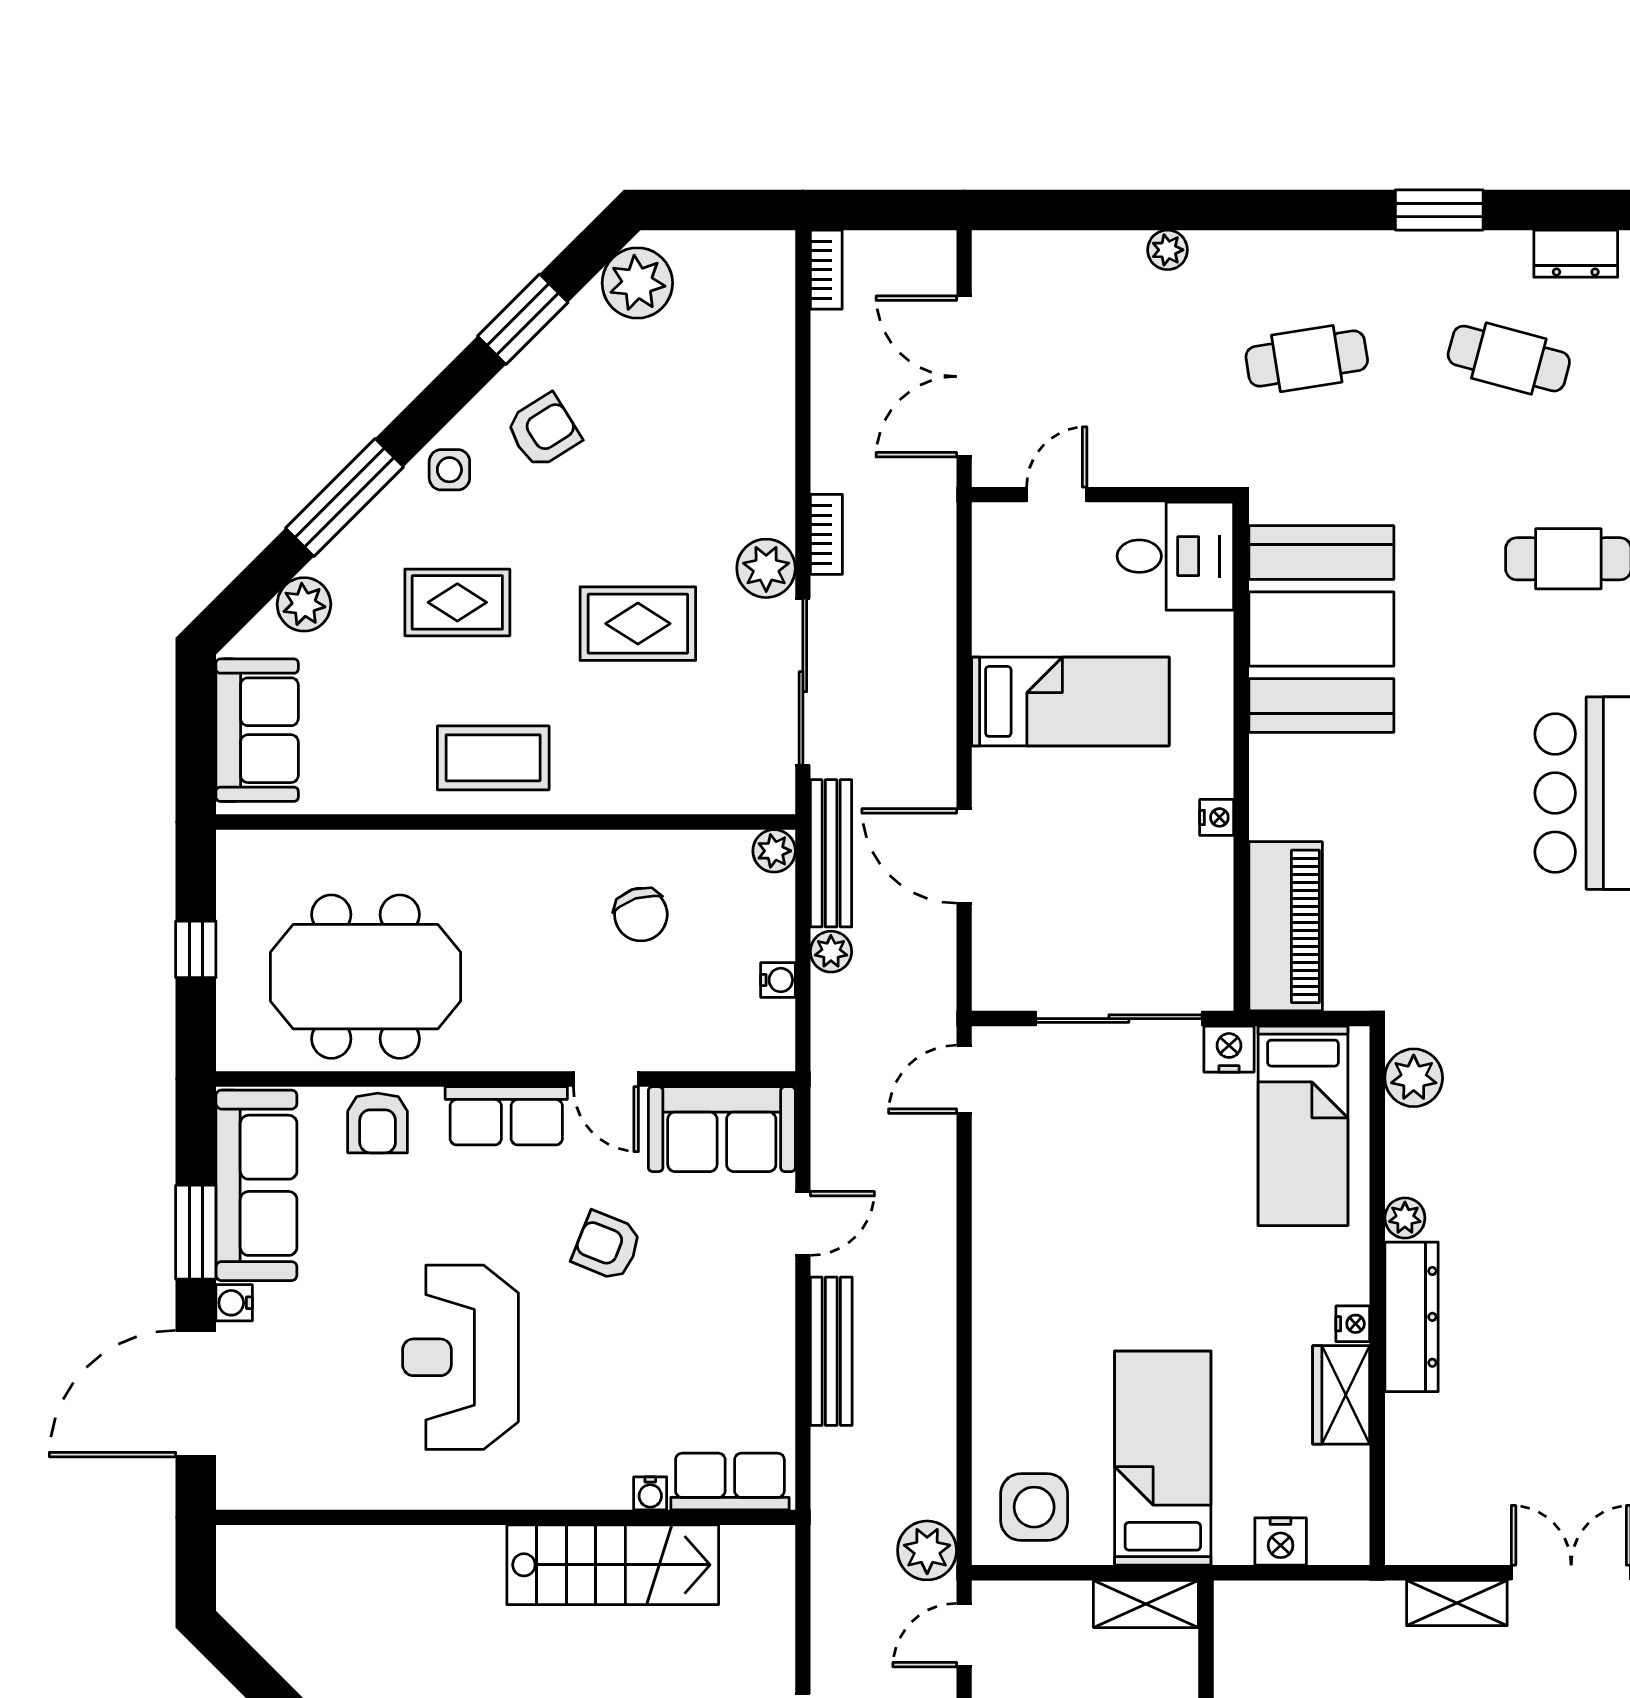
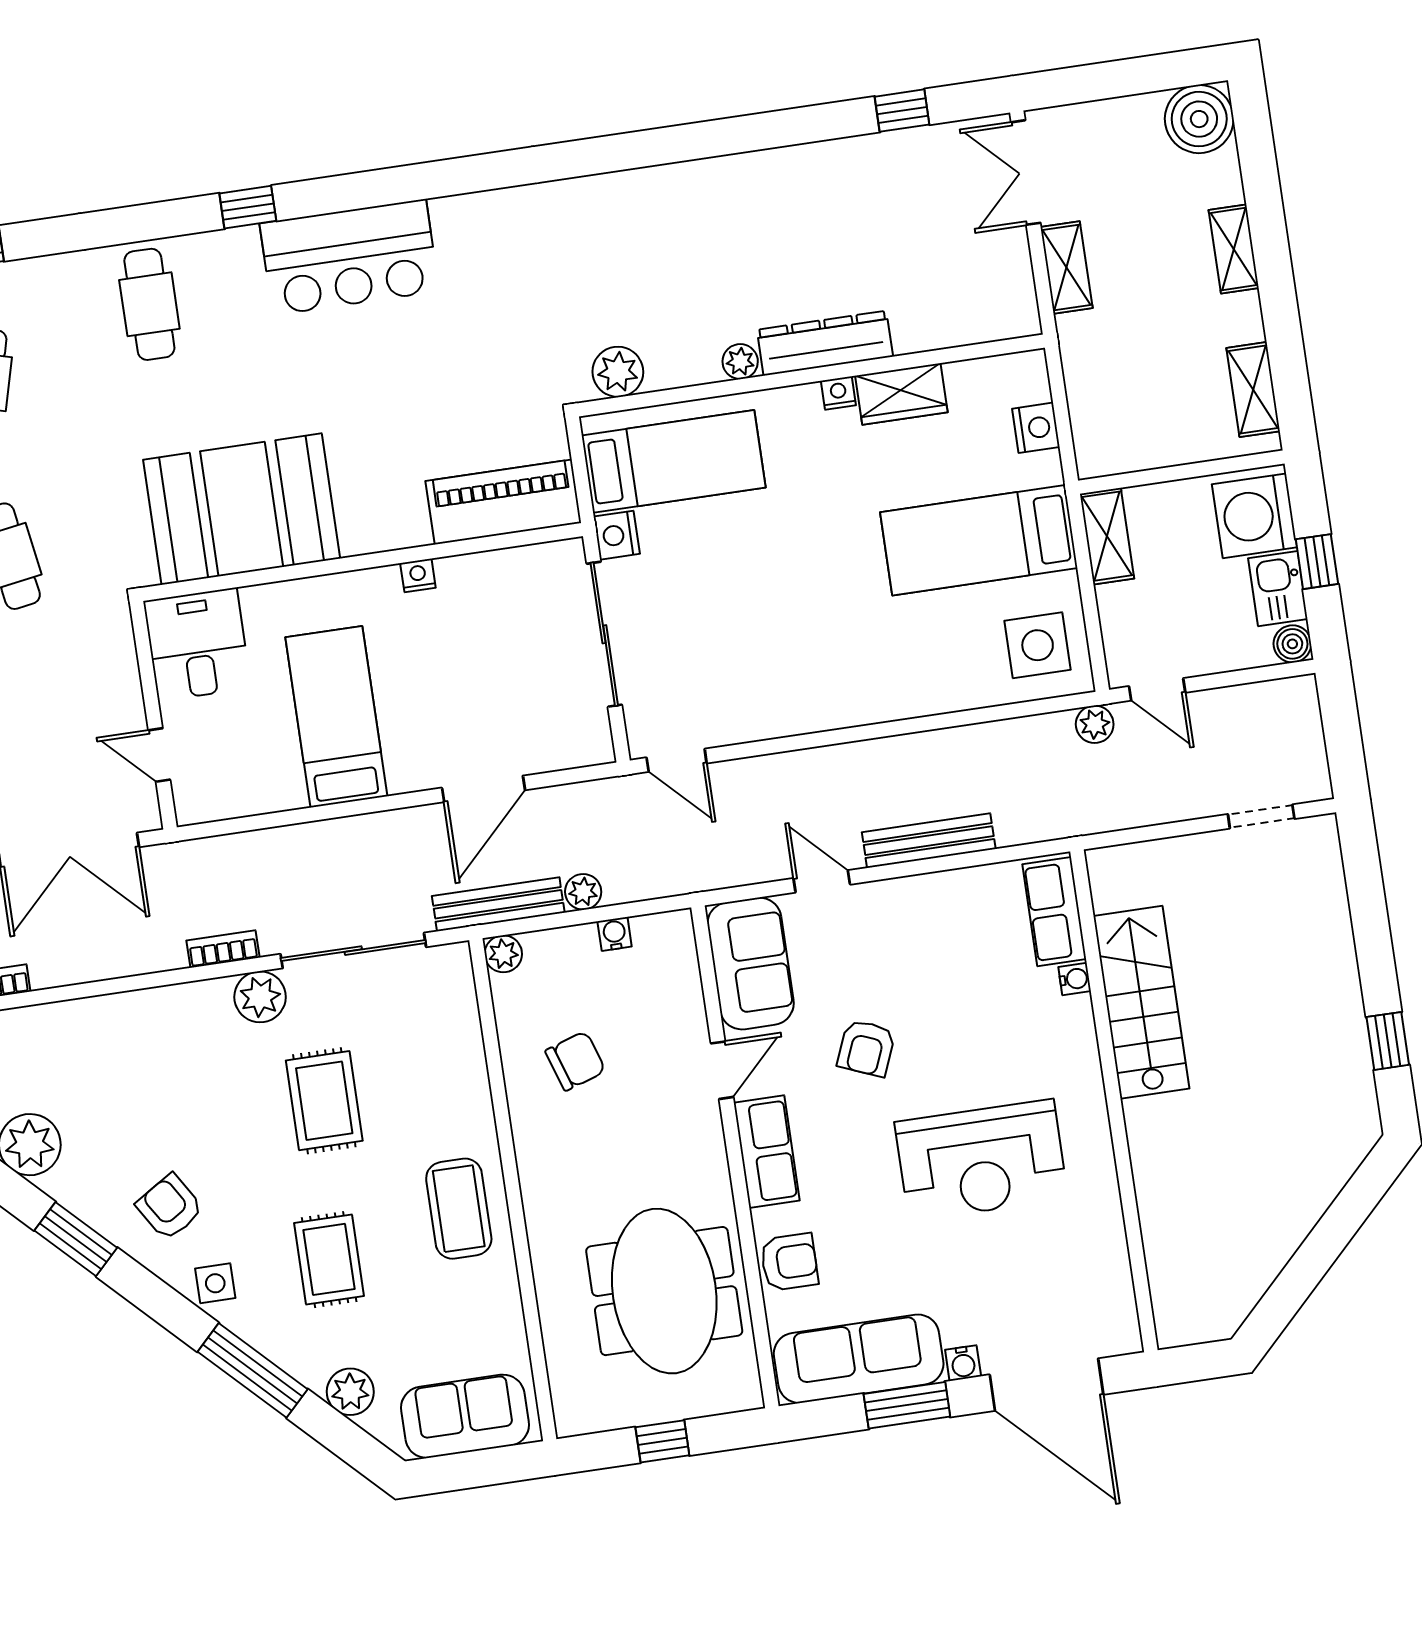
plant: (927, 1550) -> (1095, 724), width x0.73, depth x0.73

